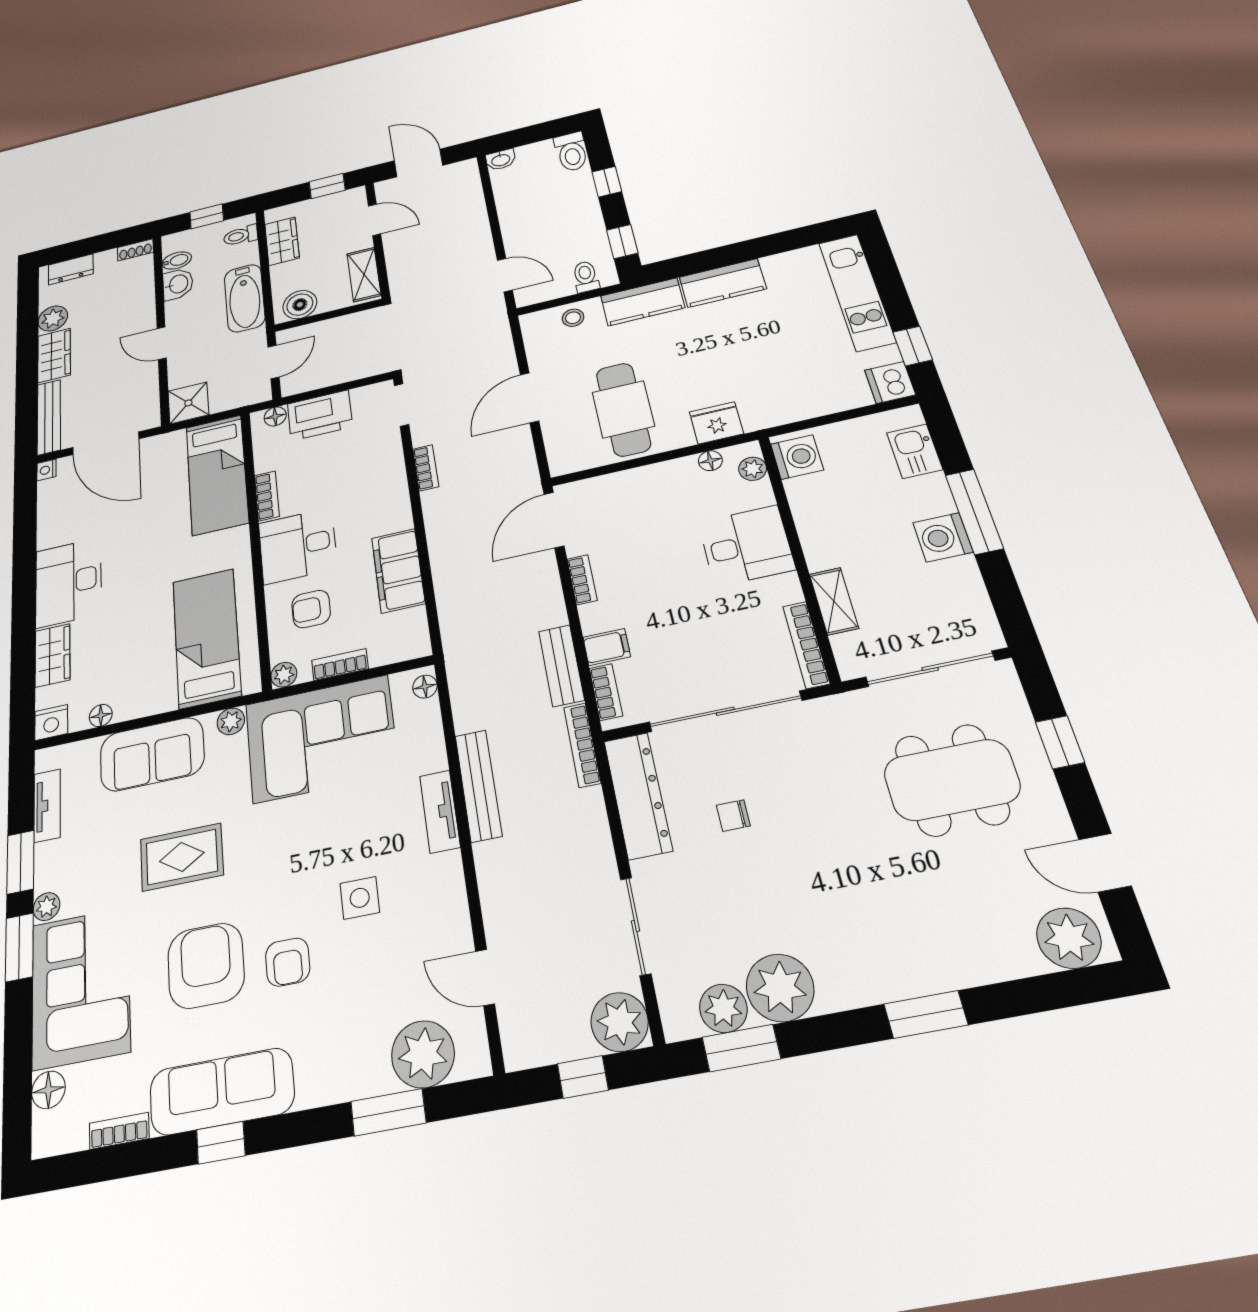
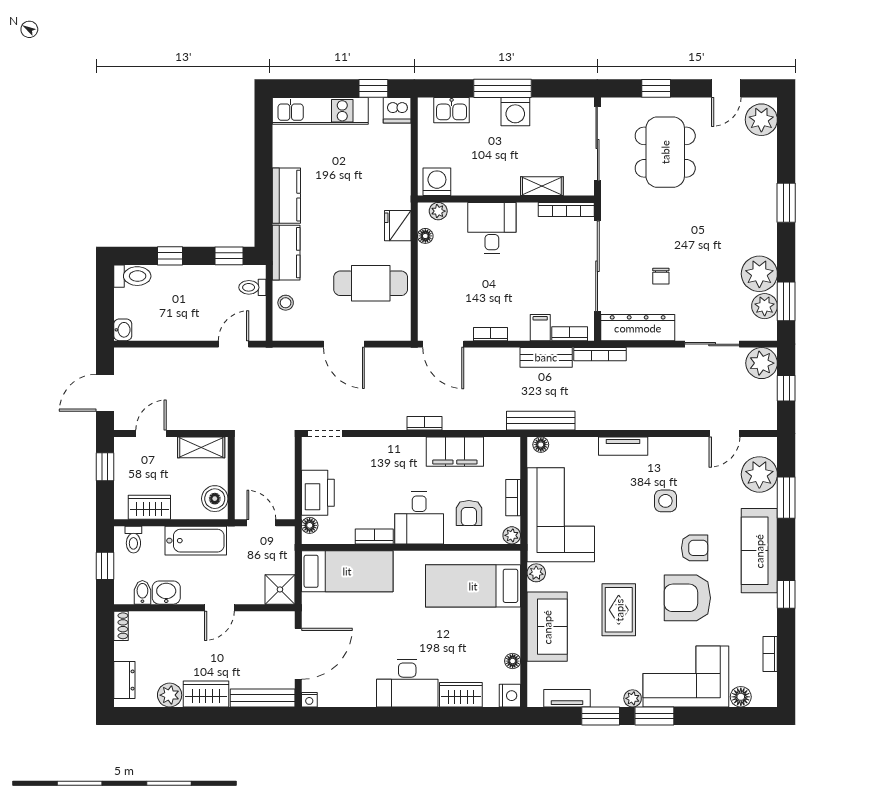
bookcase: (426, 468) -> (424, 423), moved
bench: (478, 785) -> (541, 421), moved
sofa: (222, 1091) -> (759, 551), moved

